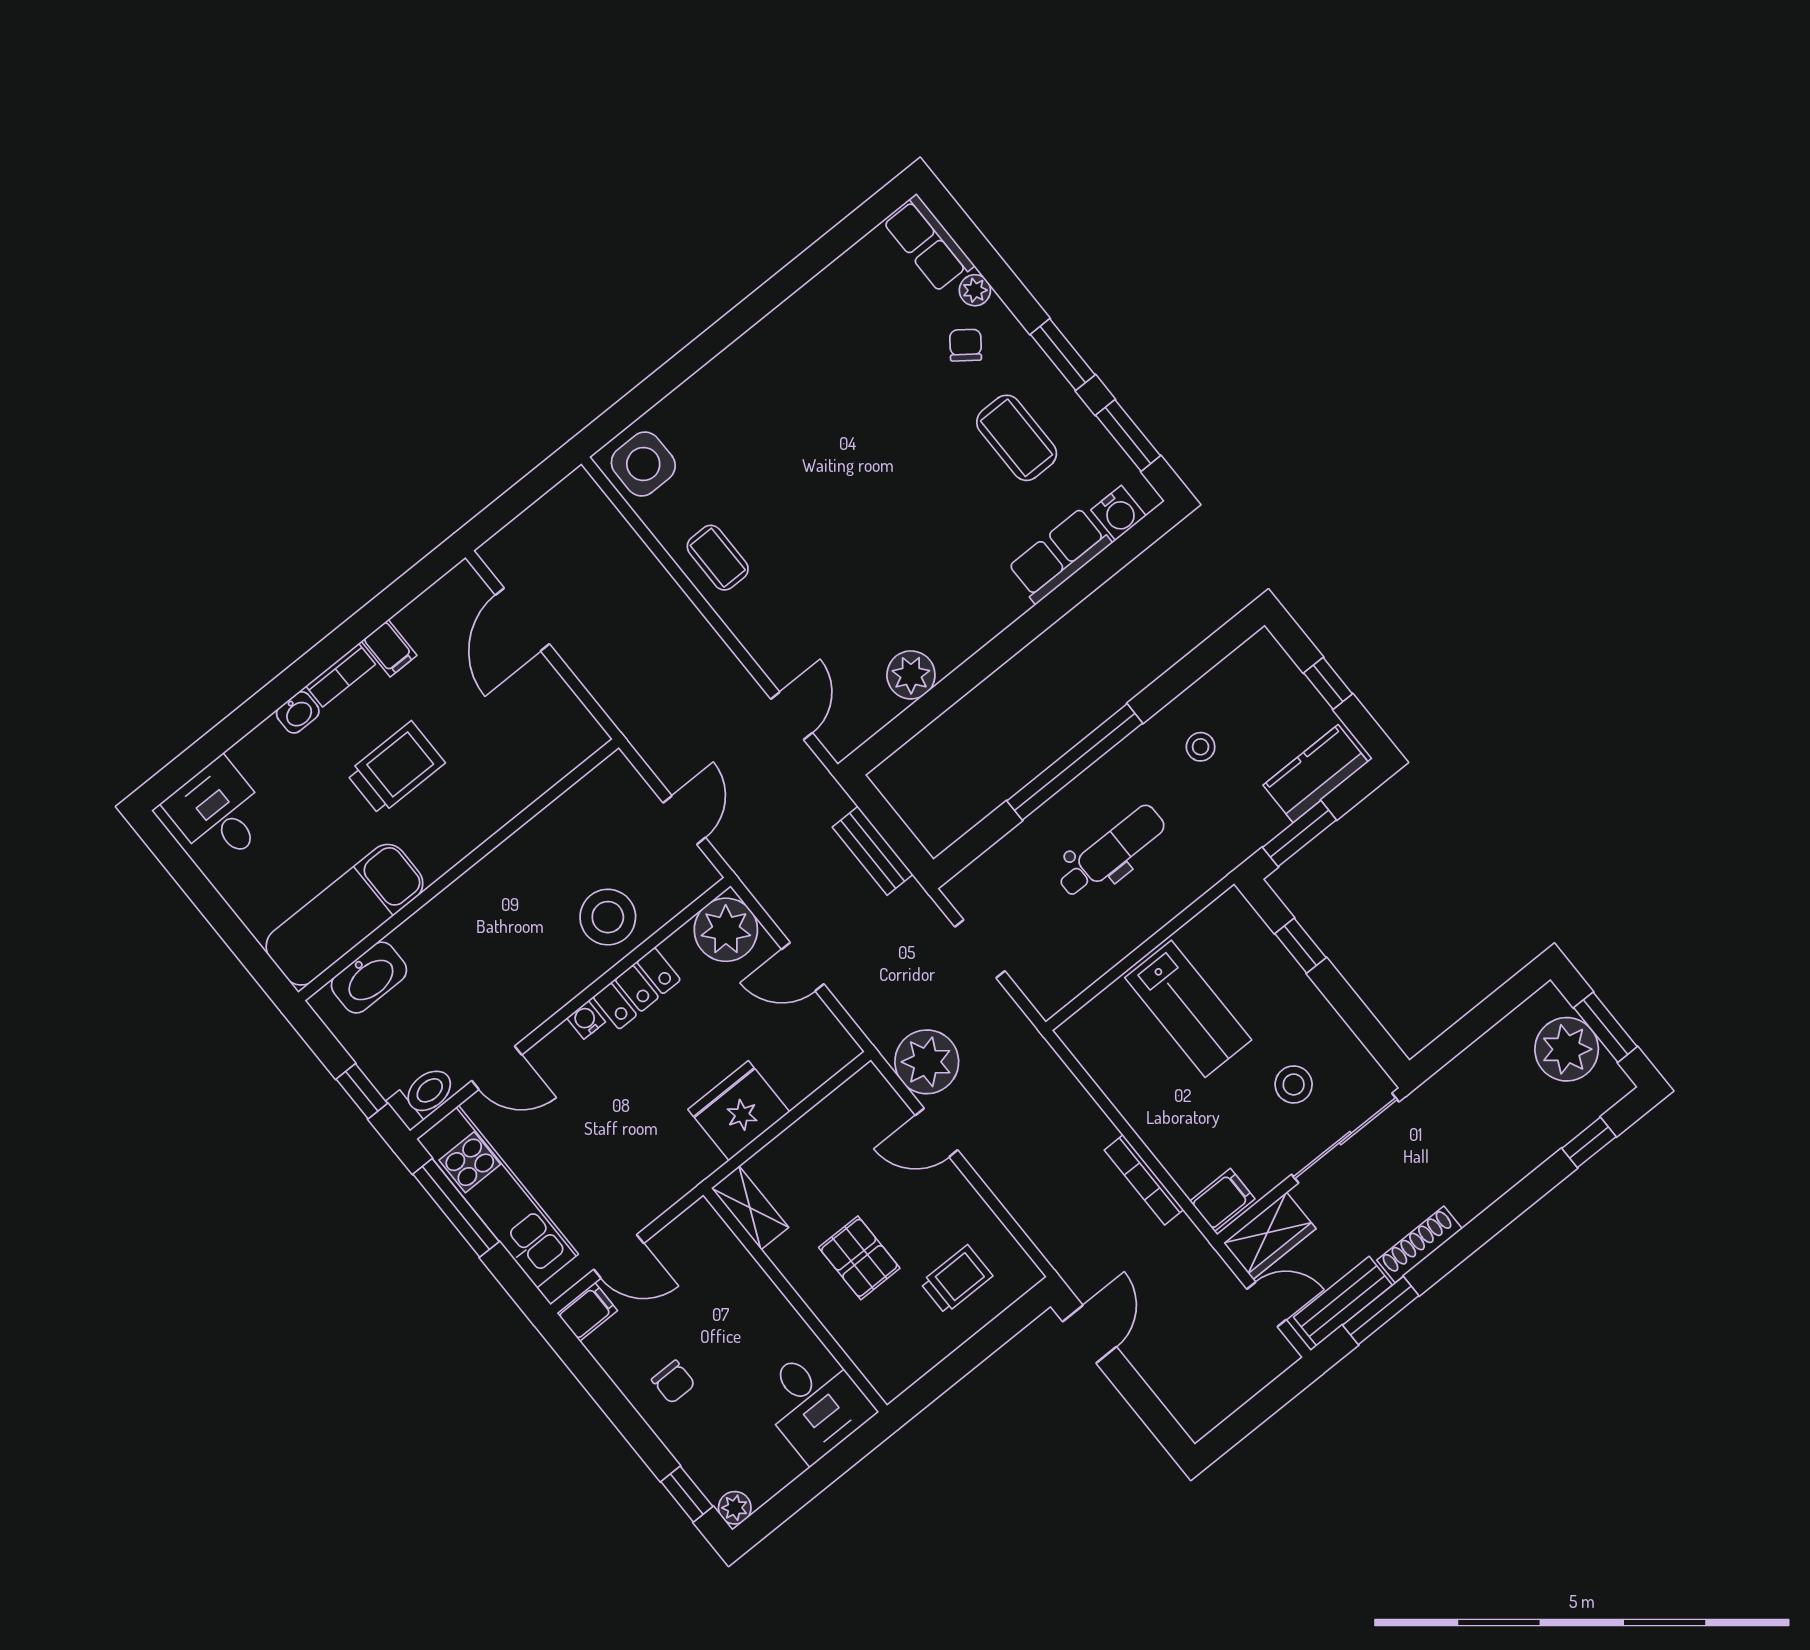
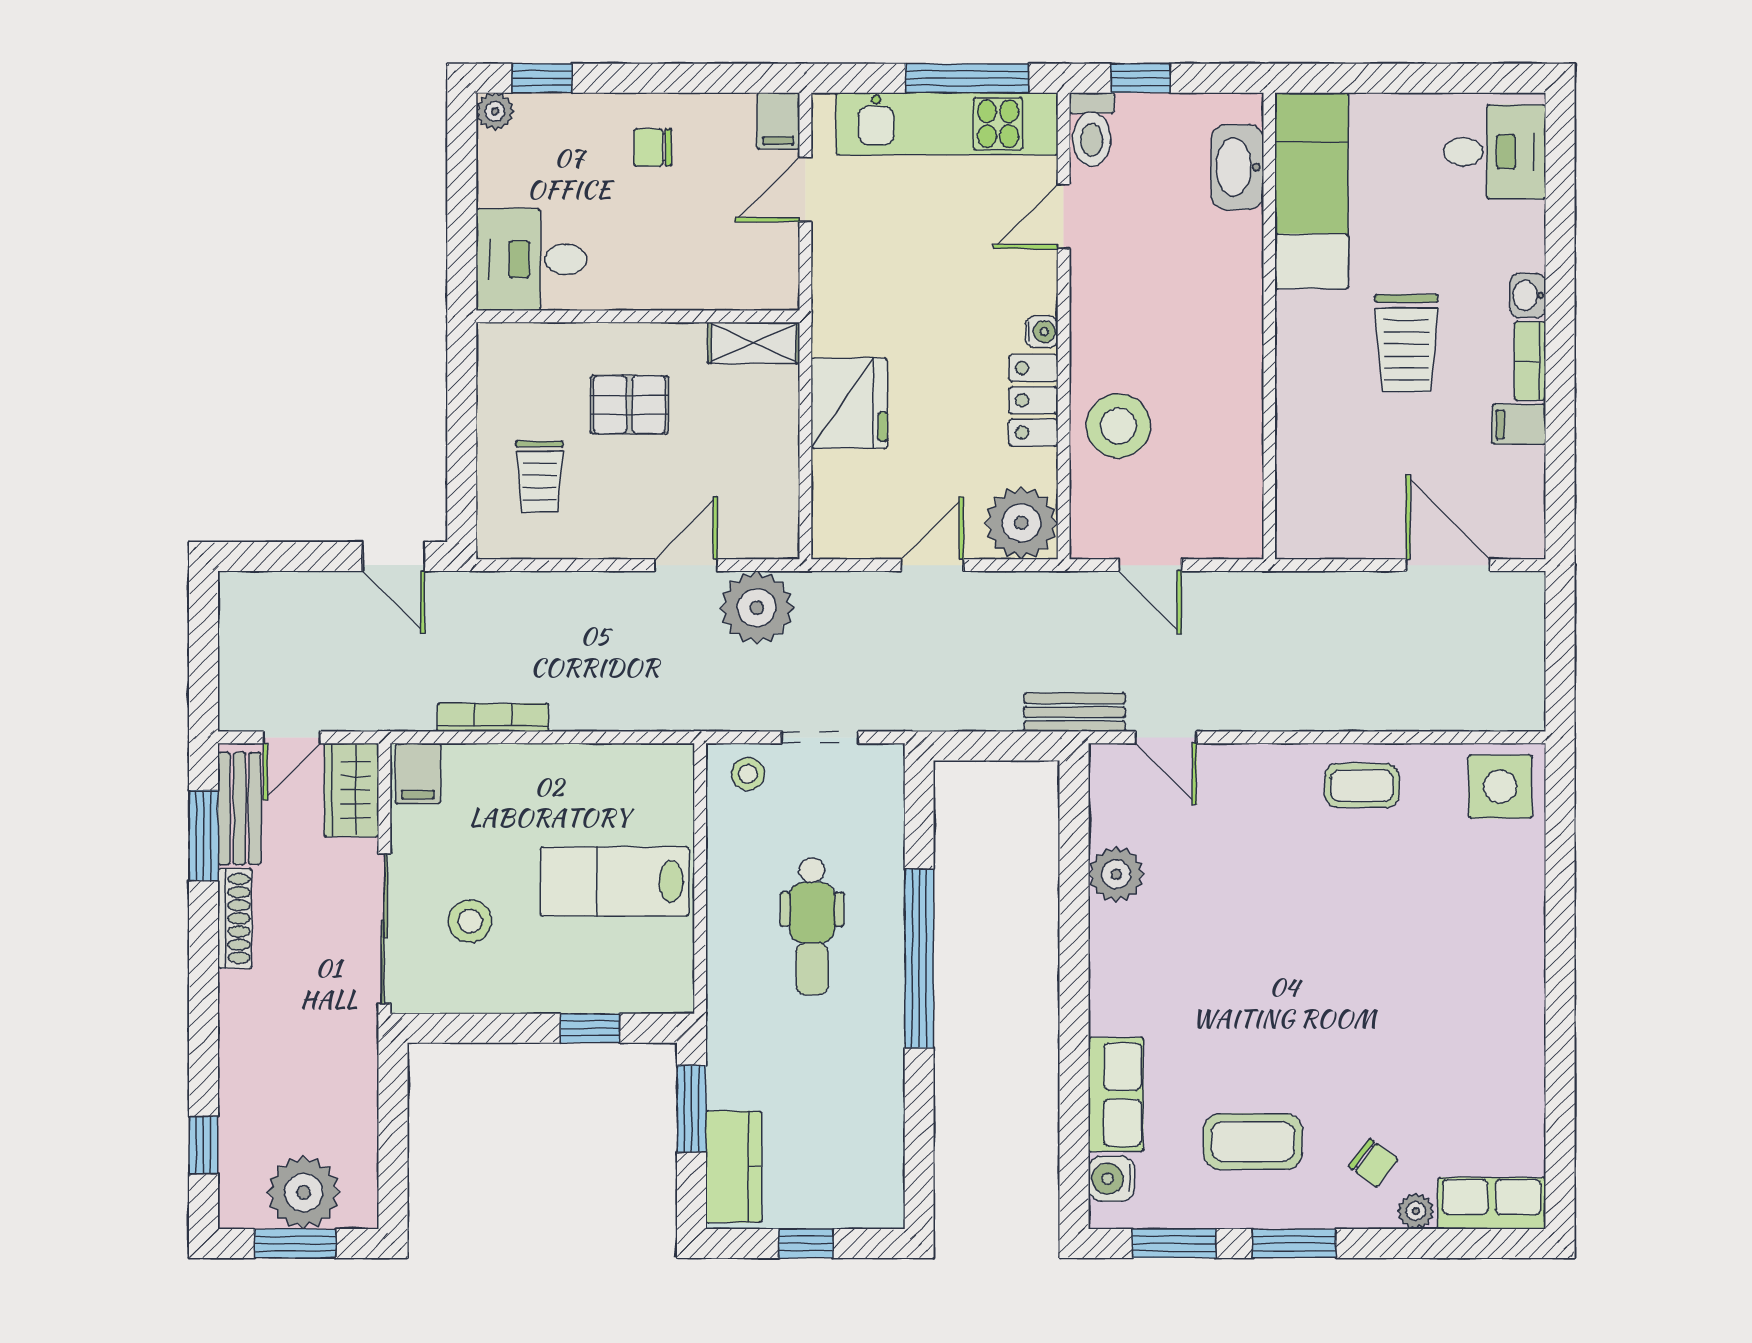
stool: (1201, 747) -> (748, 774), moved
bench: (873, 851) -> (1075, 712), moved

